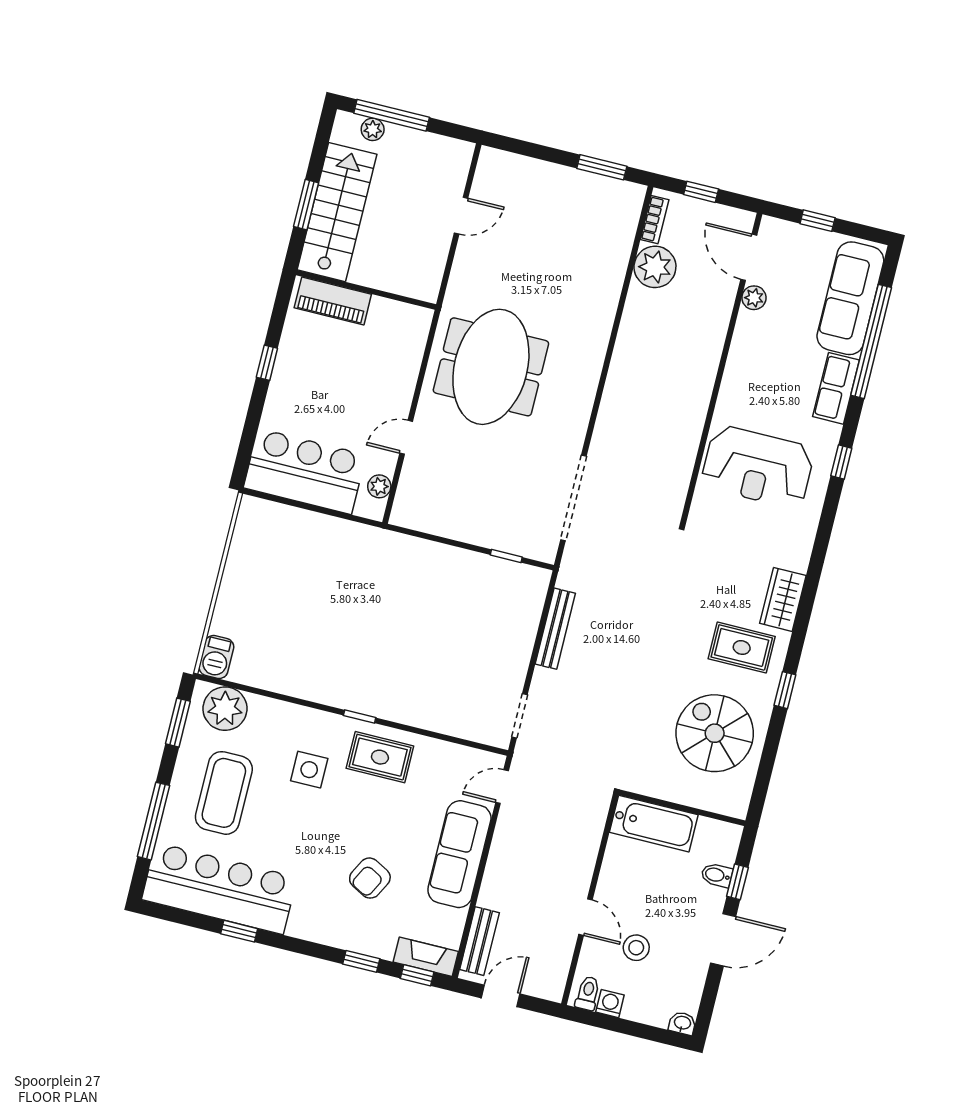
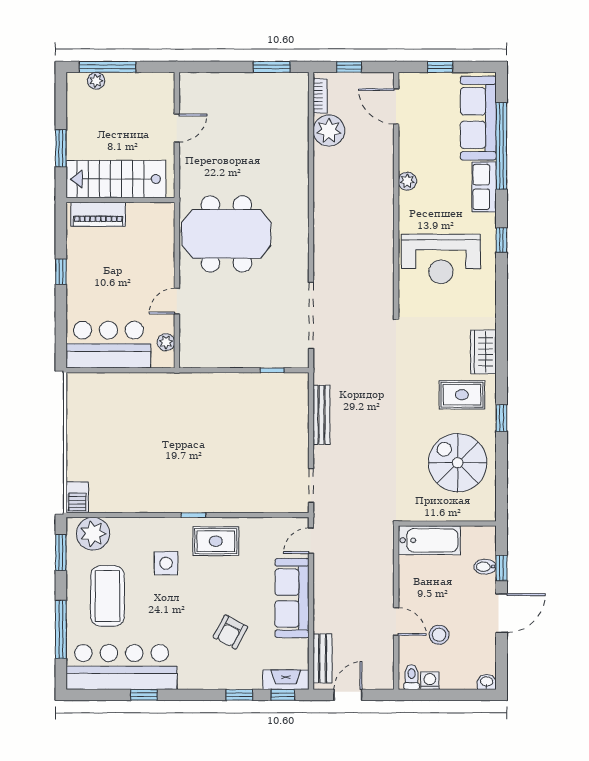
stairs: (337, 212) -> (116, 179), moved, turned -90
plant: (754, 298) -> (407, 181), moved
meeting table: (491, 367) -> (226, 234), turned 90

